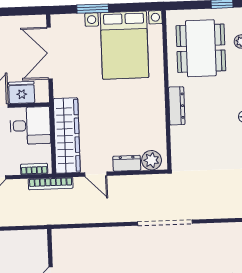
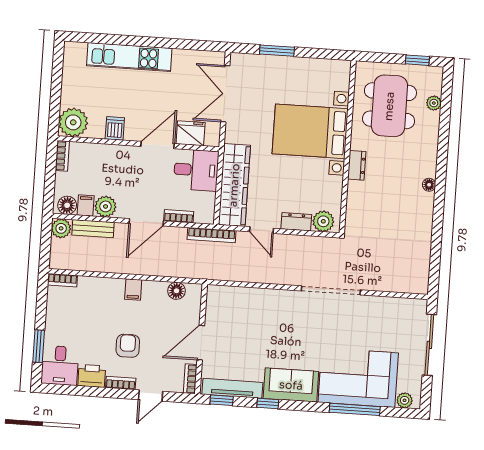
bed with nightstands: (124, 45) -> (310, 131), moved, turned 90
dresser: (177, 106) -> (357, 165), width x0.70
bookcase: (34, 169) -> (179, 216), moved
floor lamp: (24, 238) -> (176, 291), added

